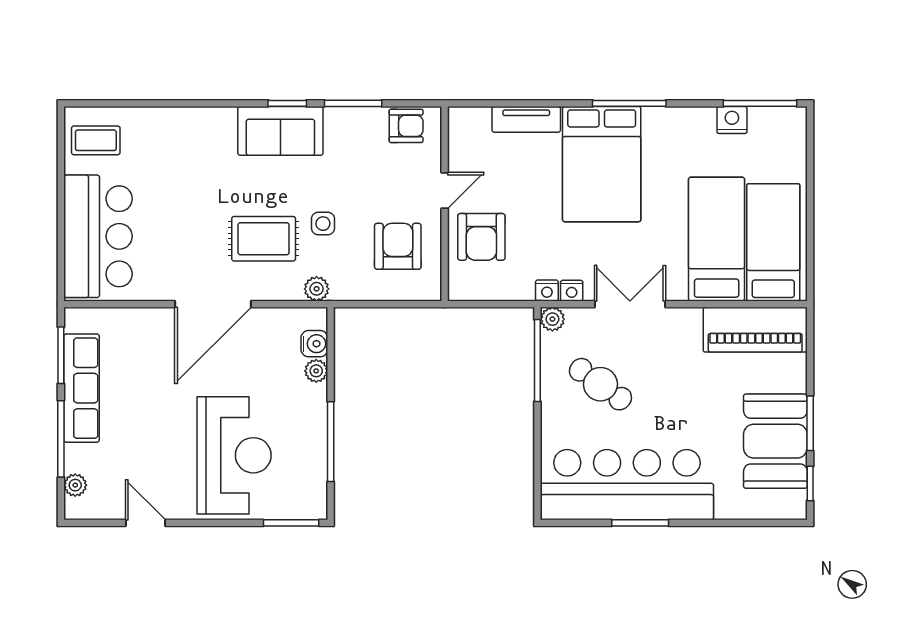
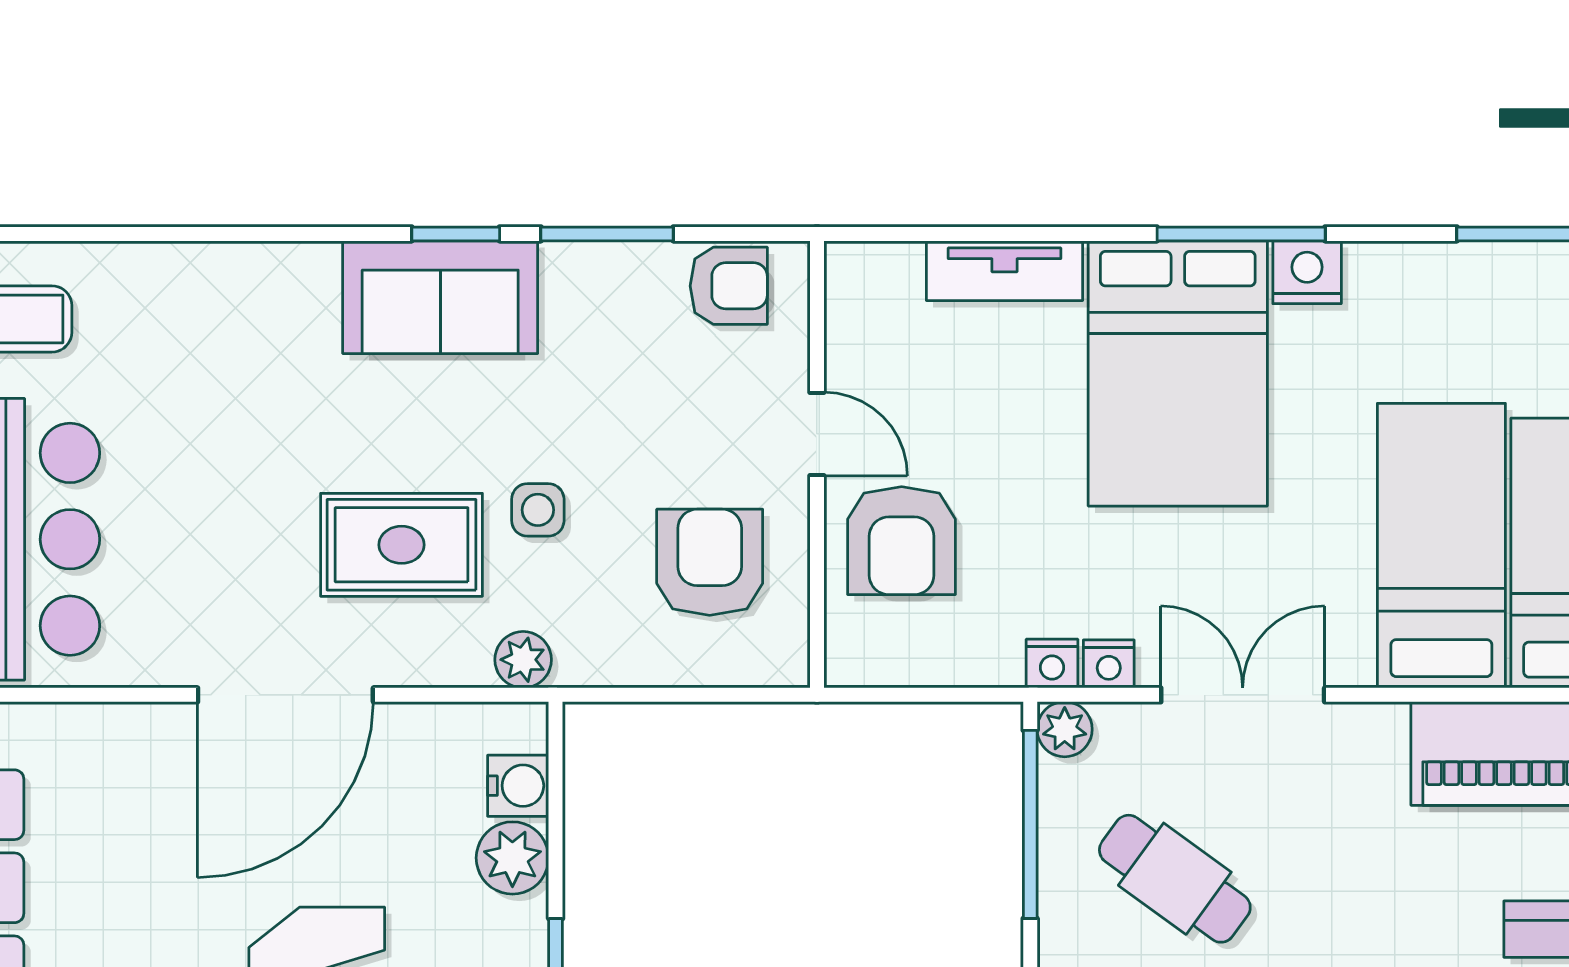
nightstand: (732, 120) -> (1307, 272), moved
door: (445, 190) -> (817, 434), hinge flipped
plant: (316, 371) -> (512, 858), width x1.38, depth x1.38

